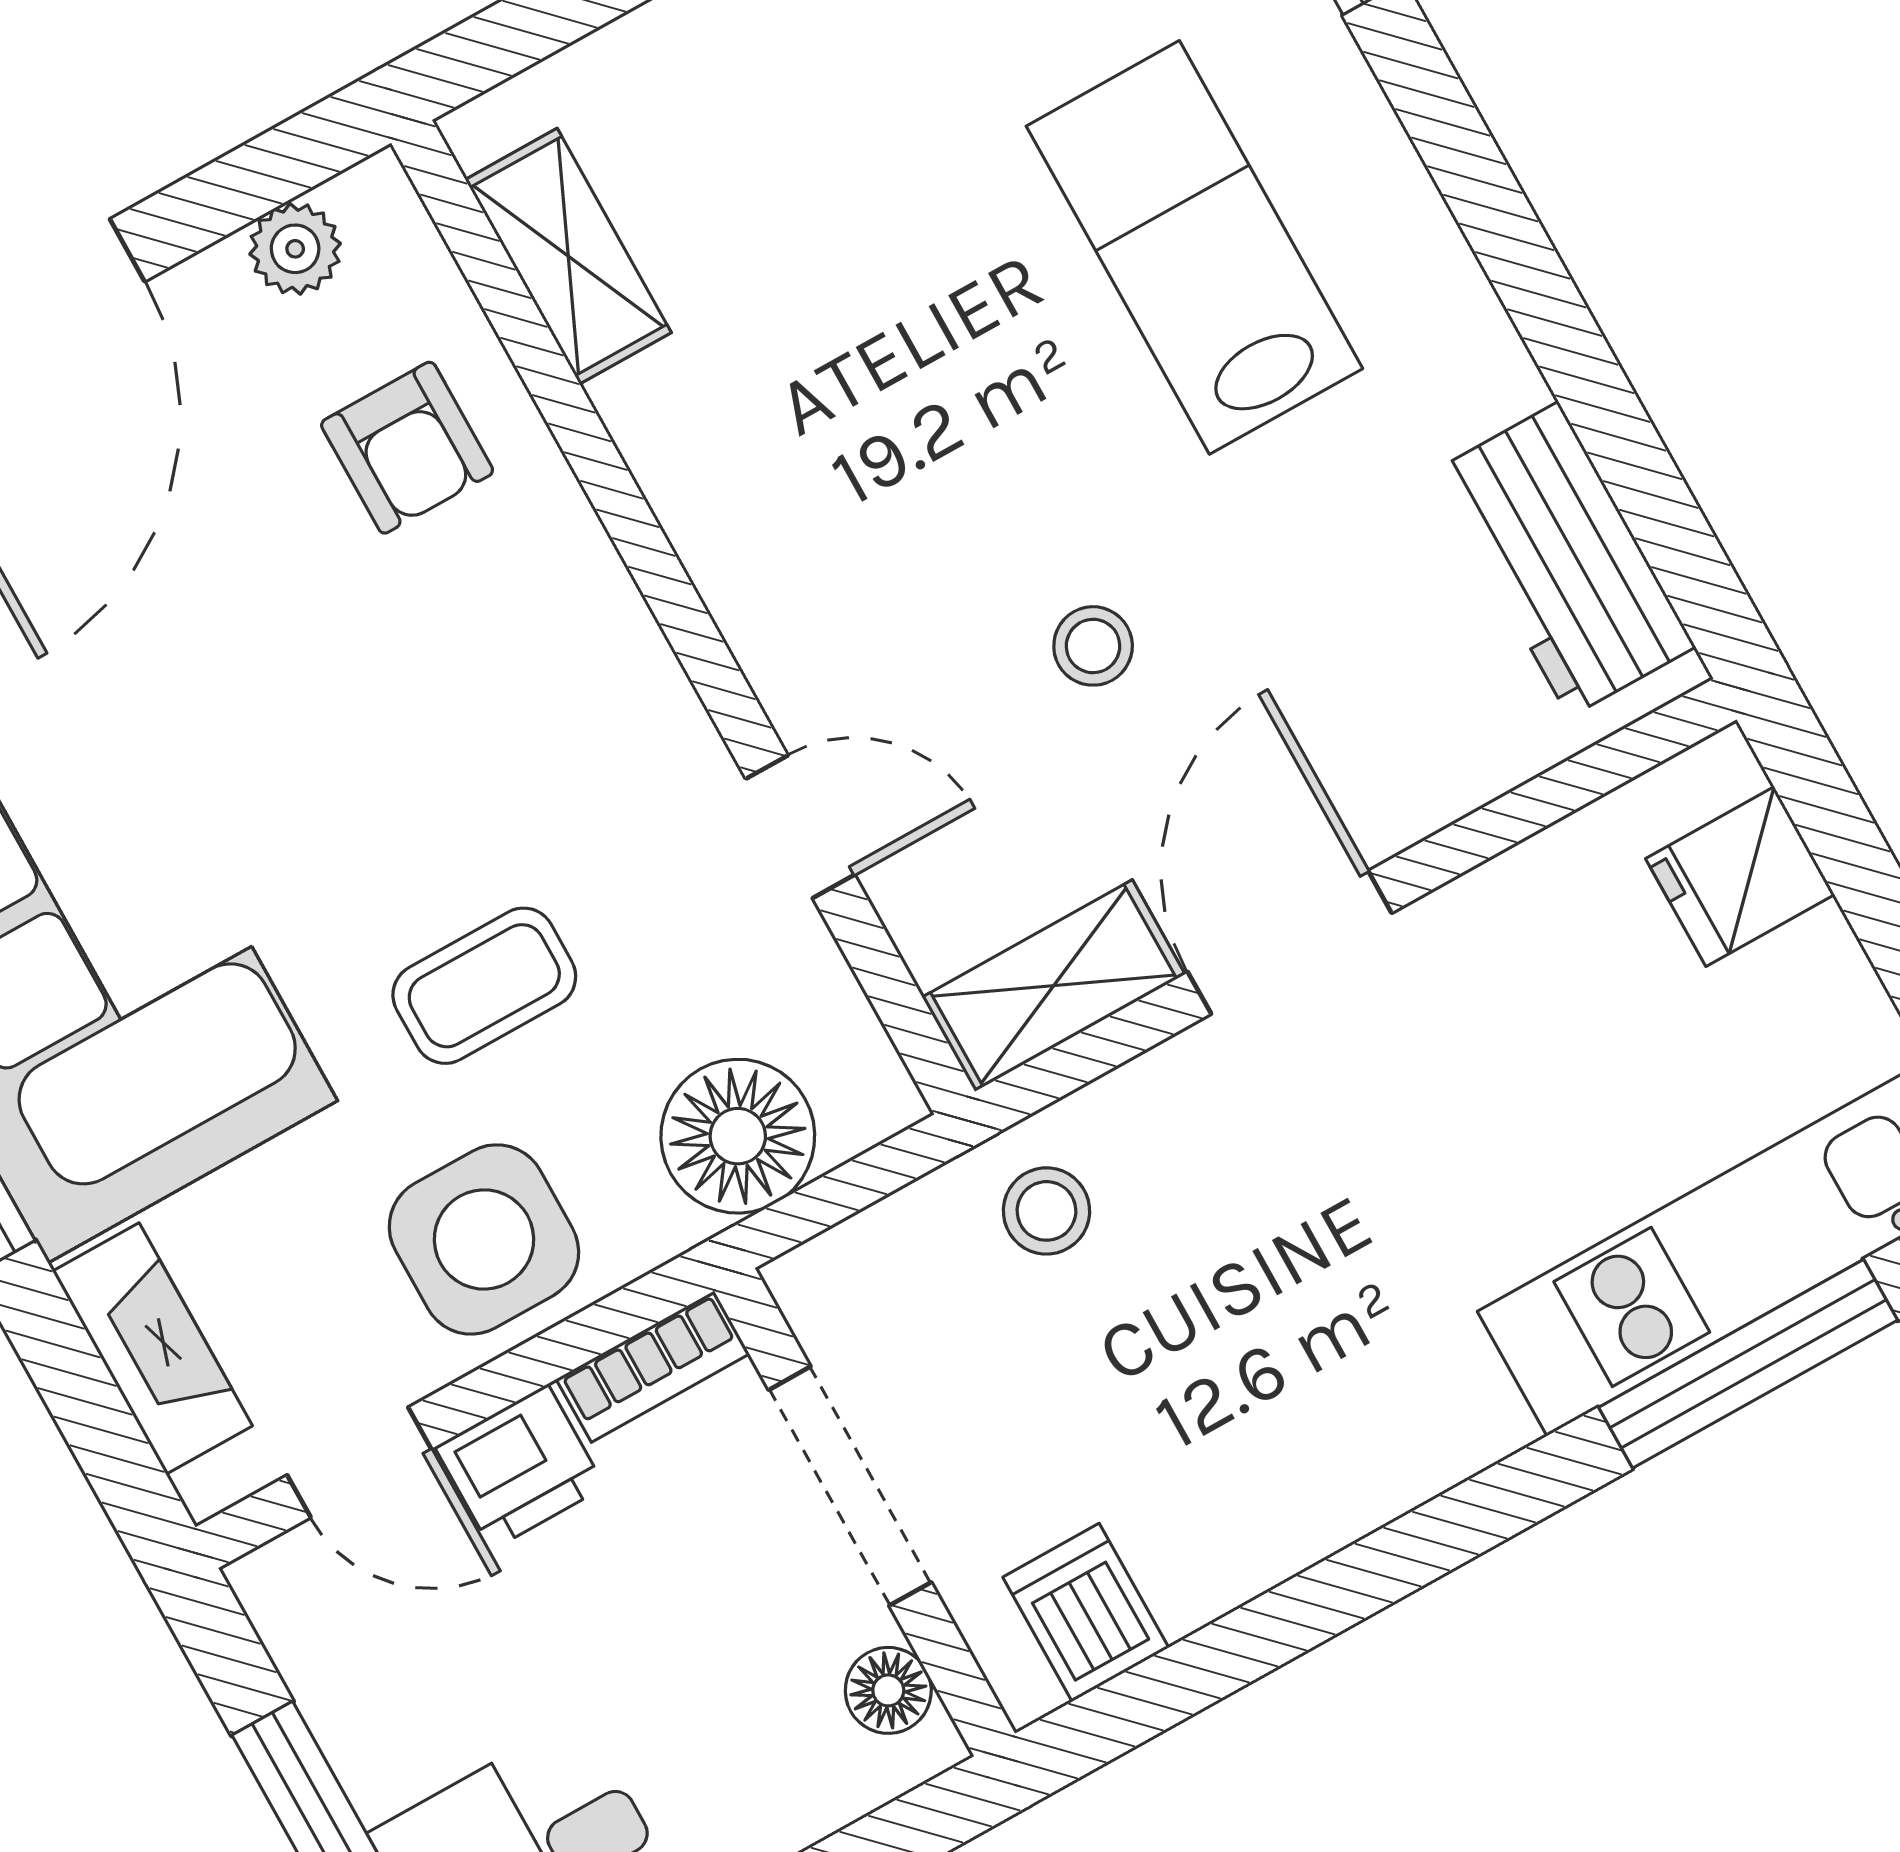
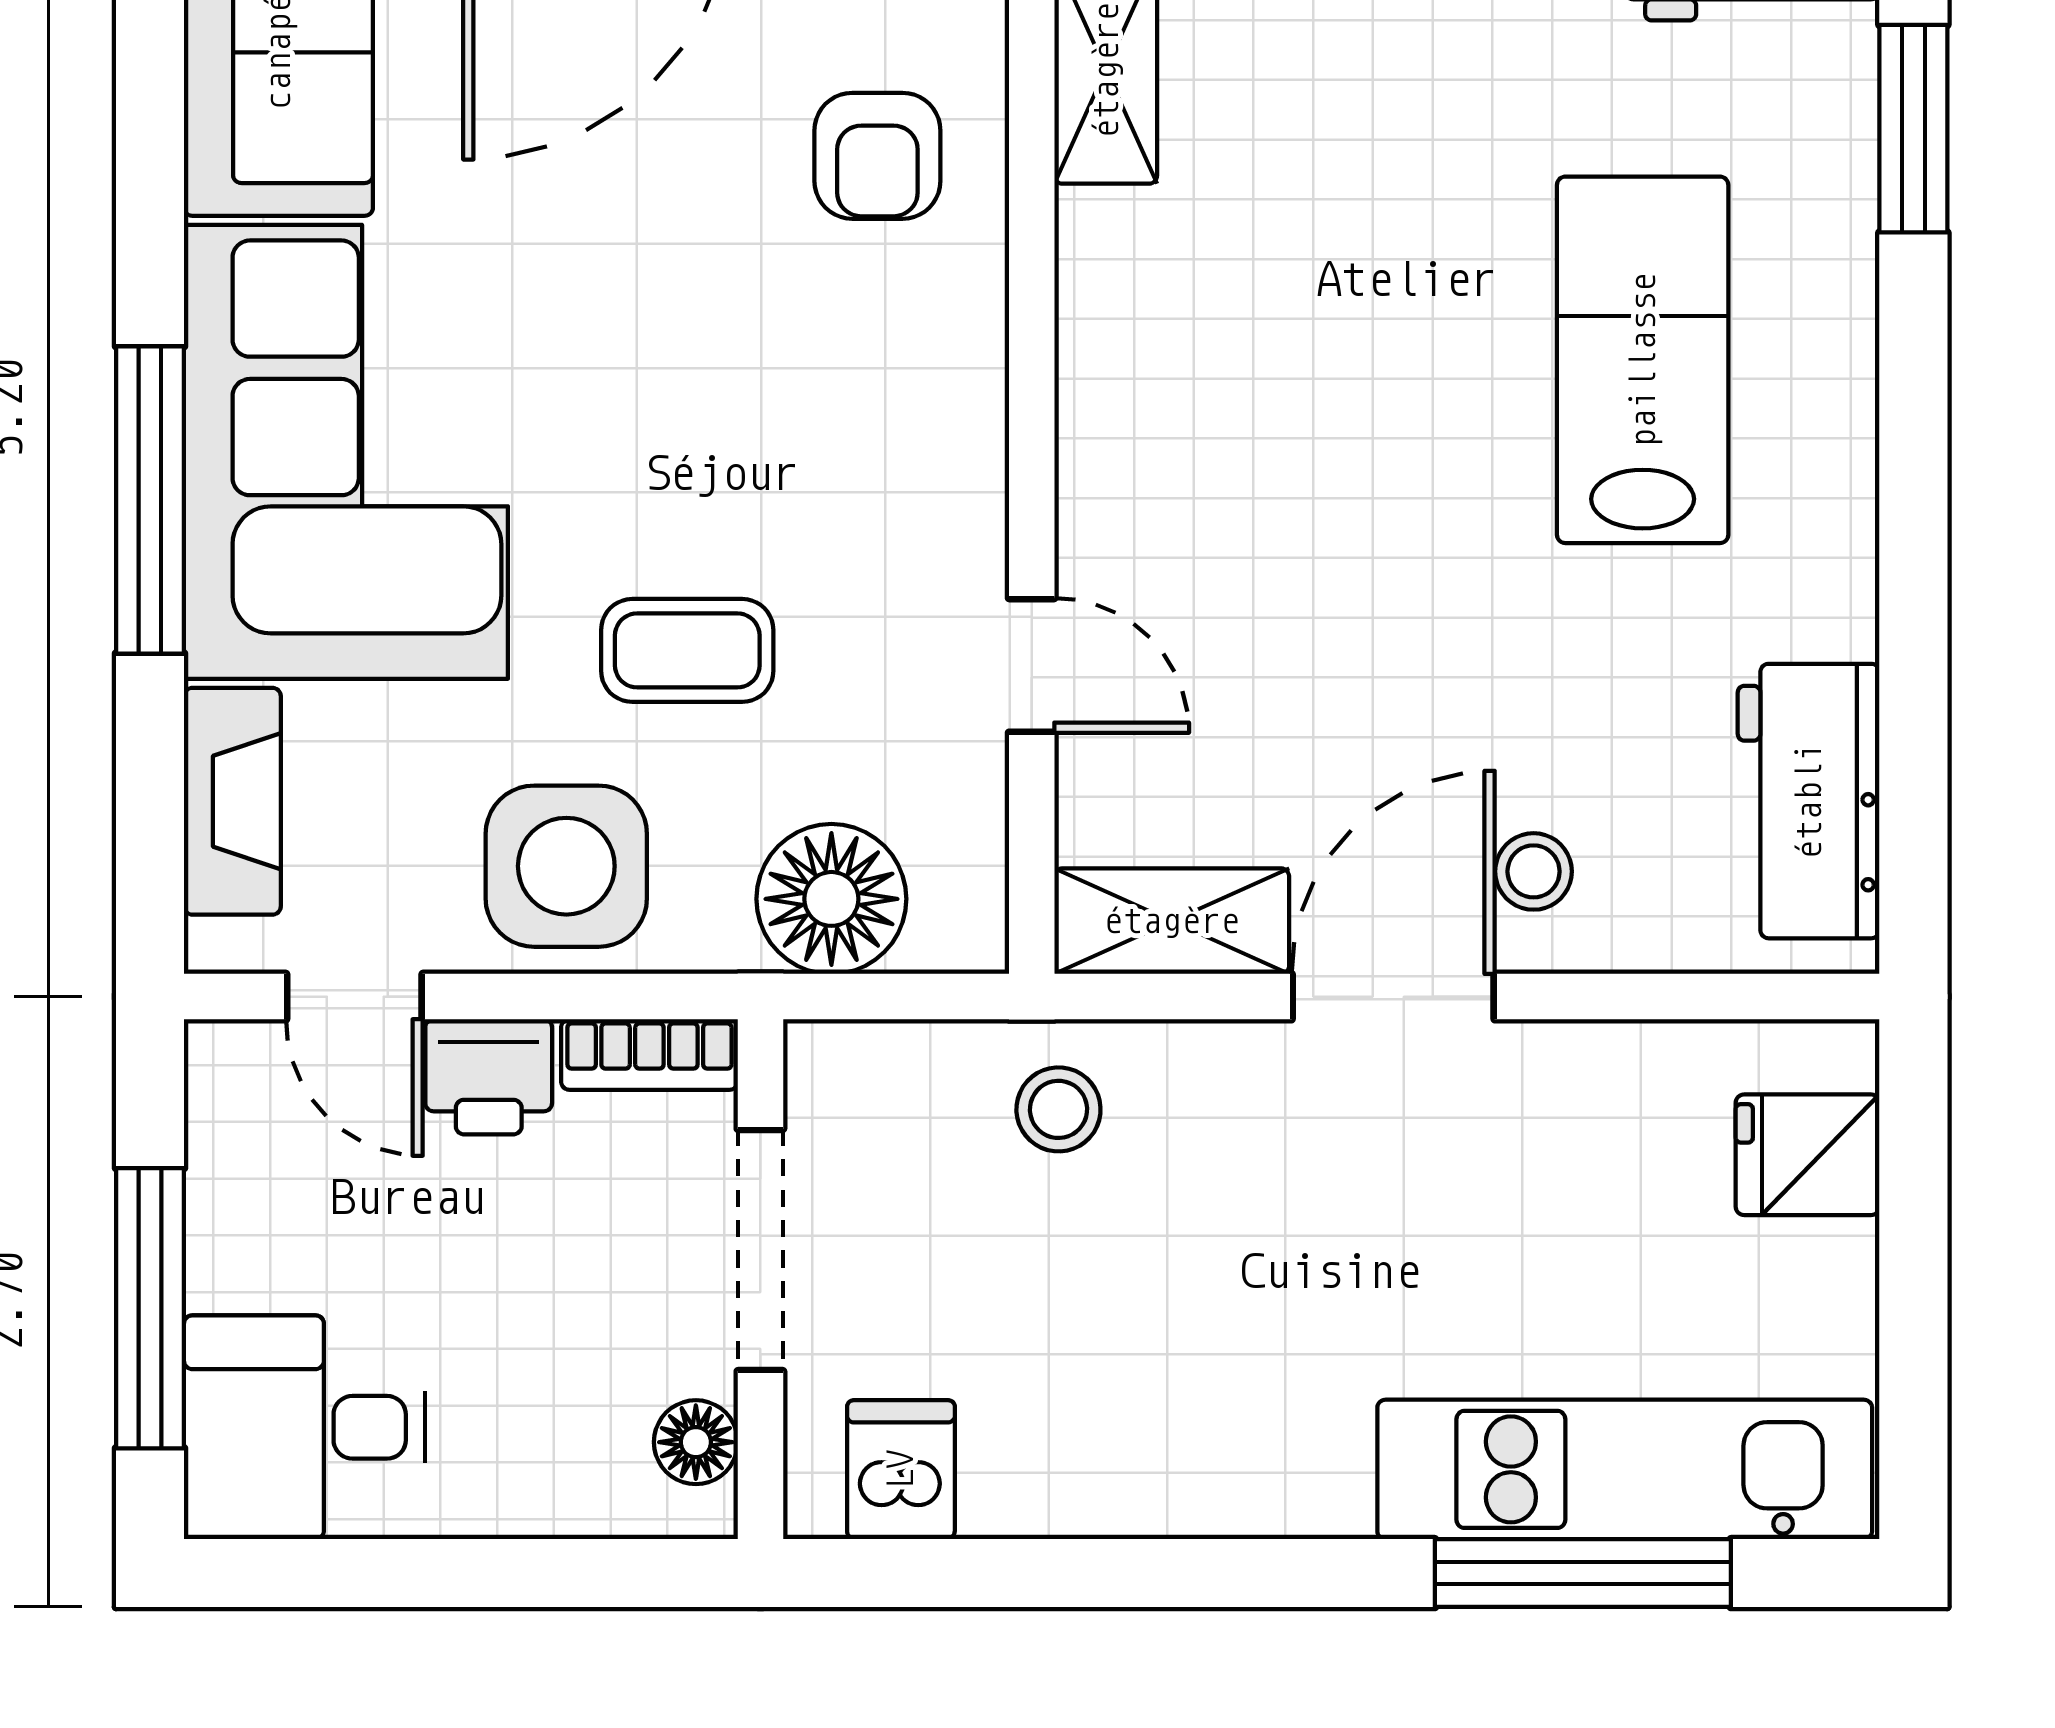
stool: (1093, 646) -> (1534, 871), moved

